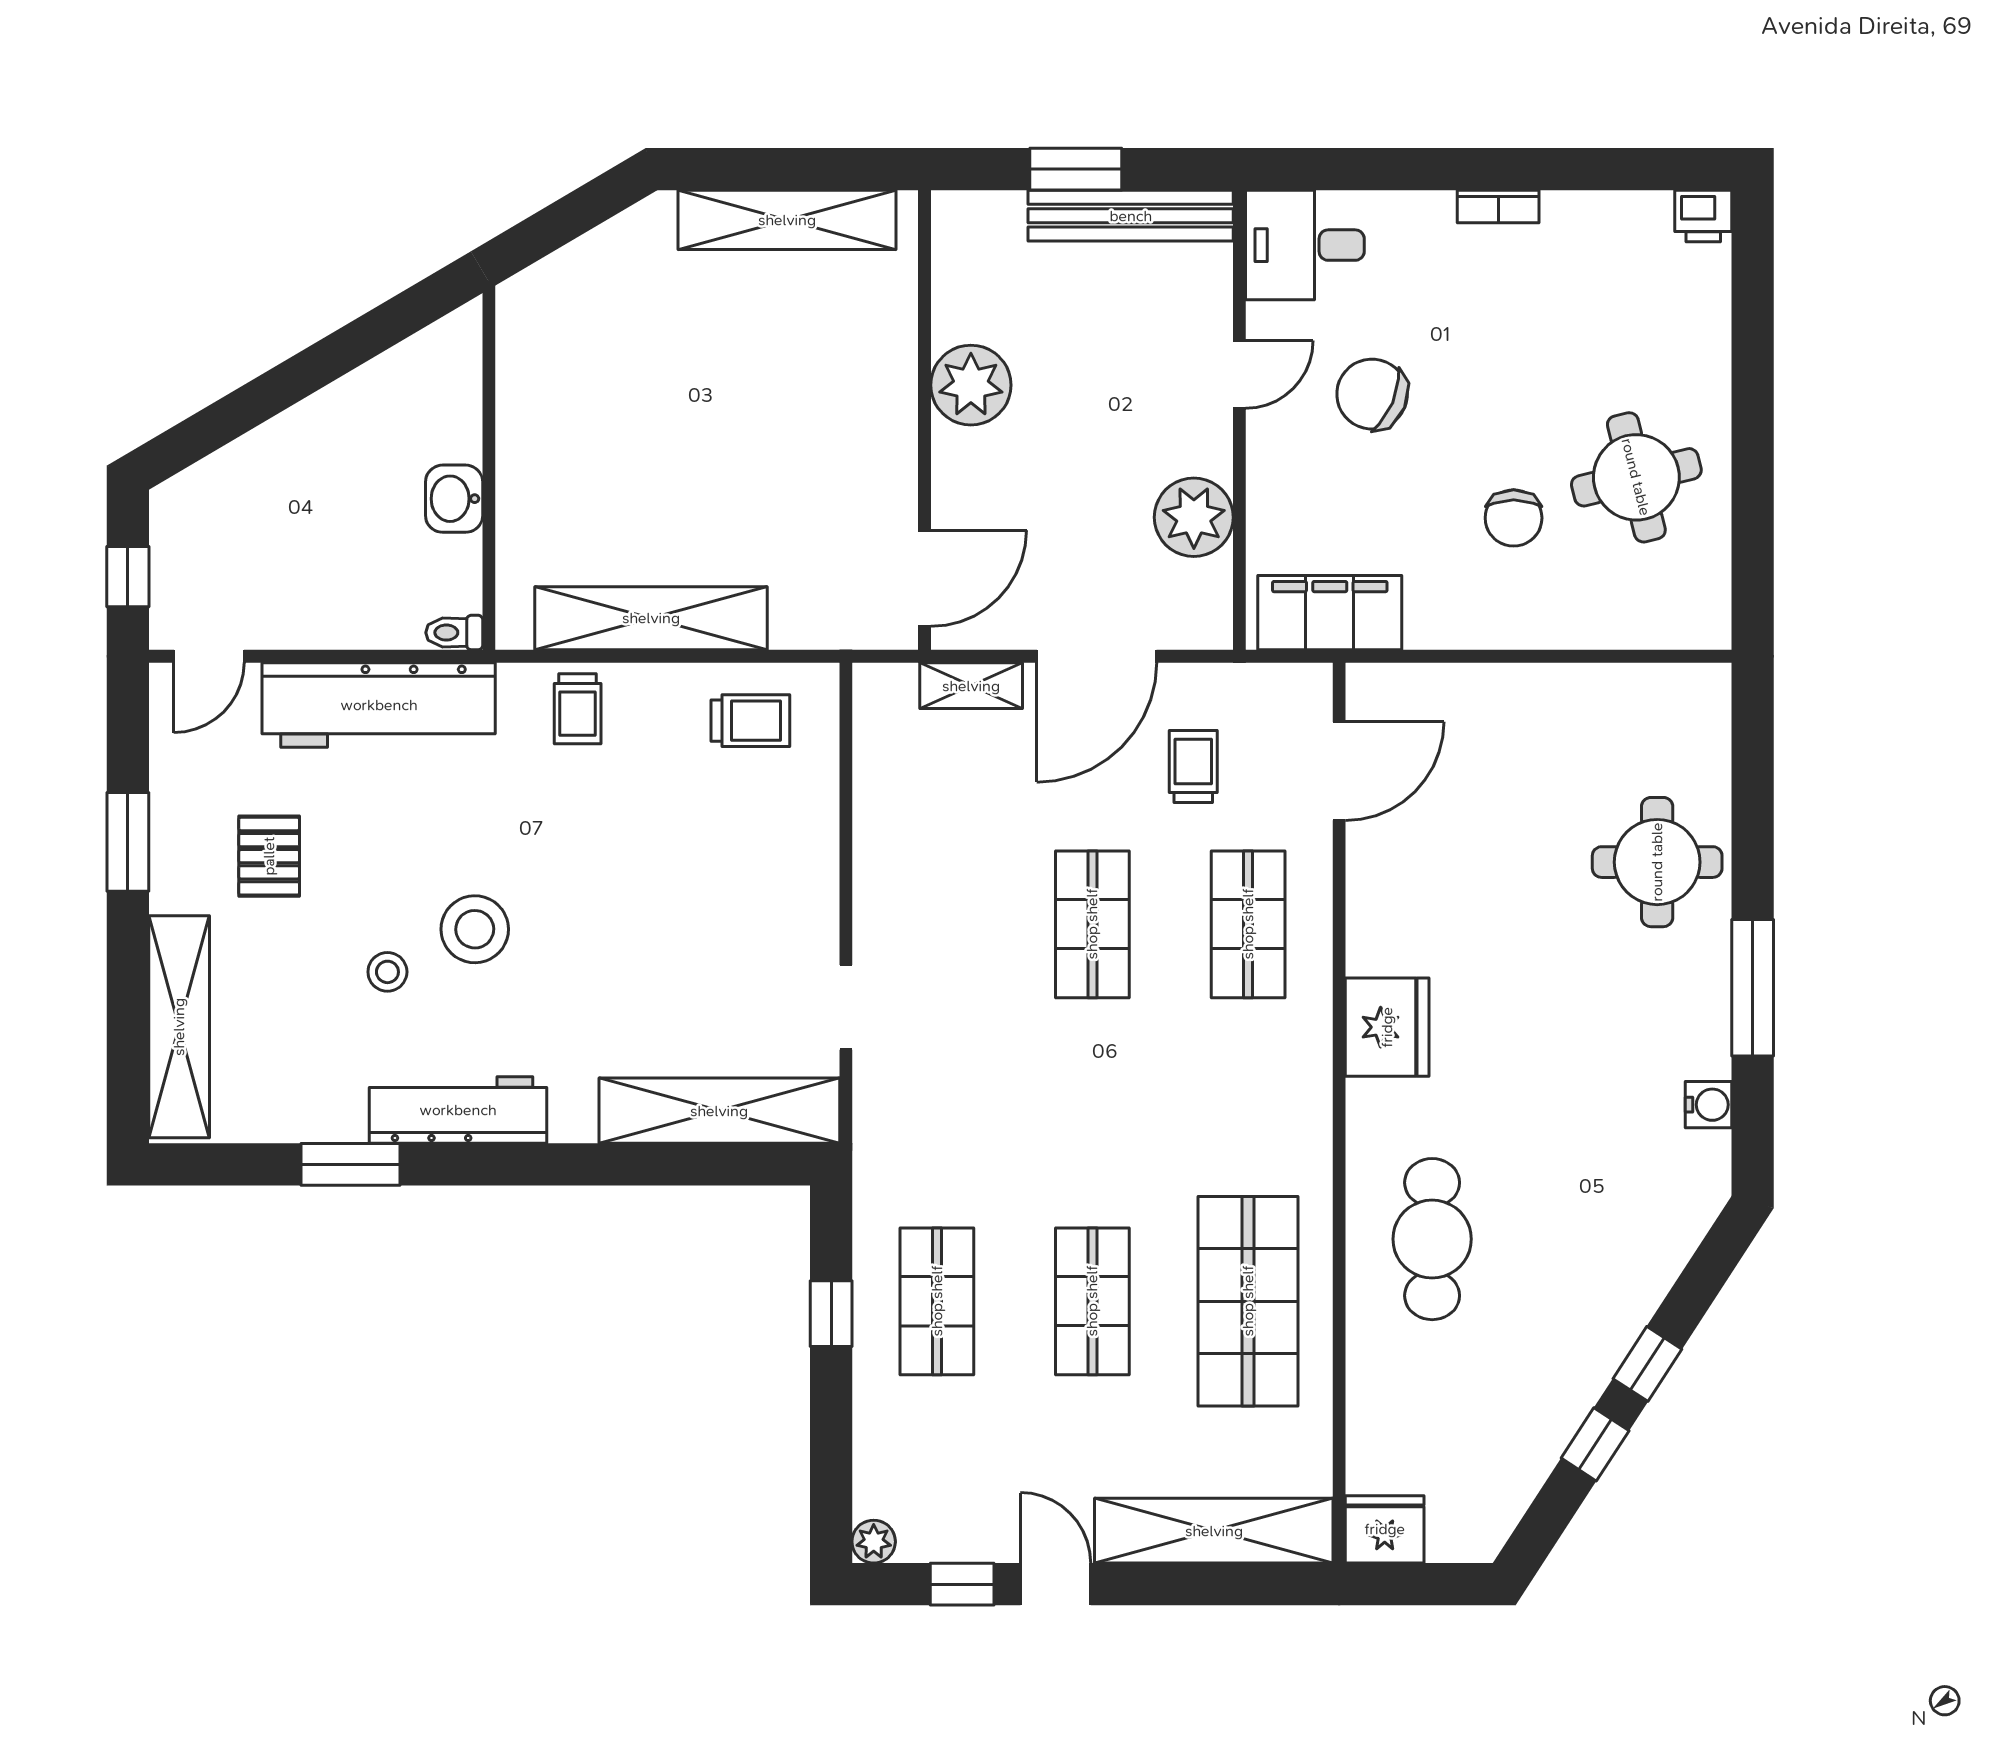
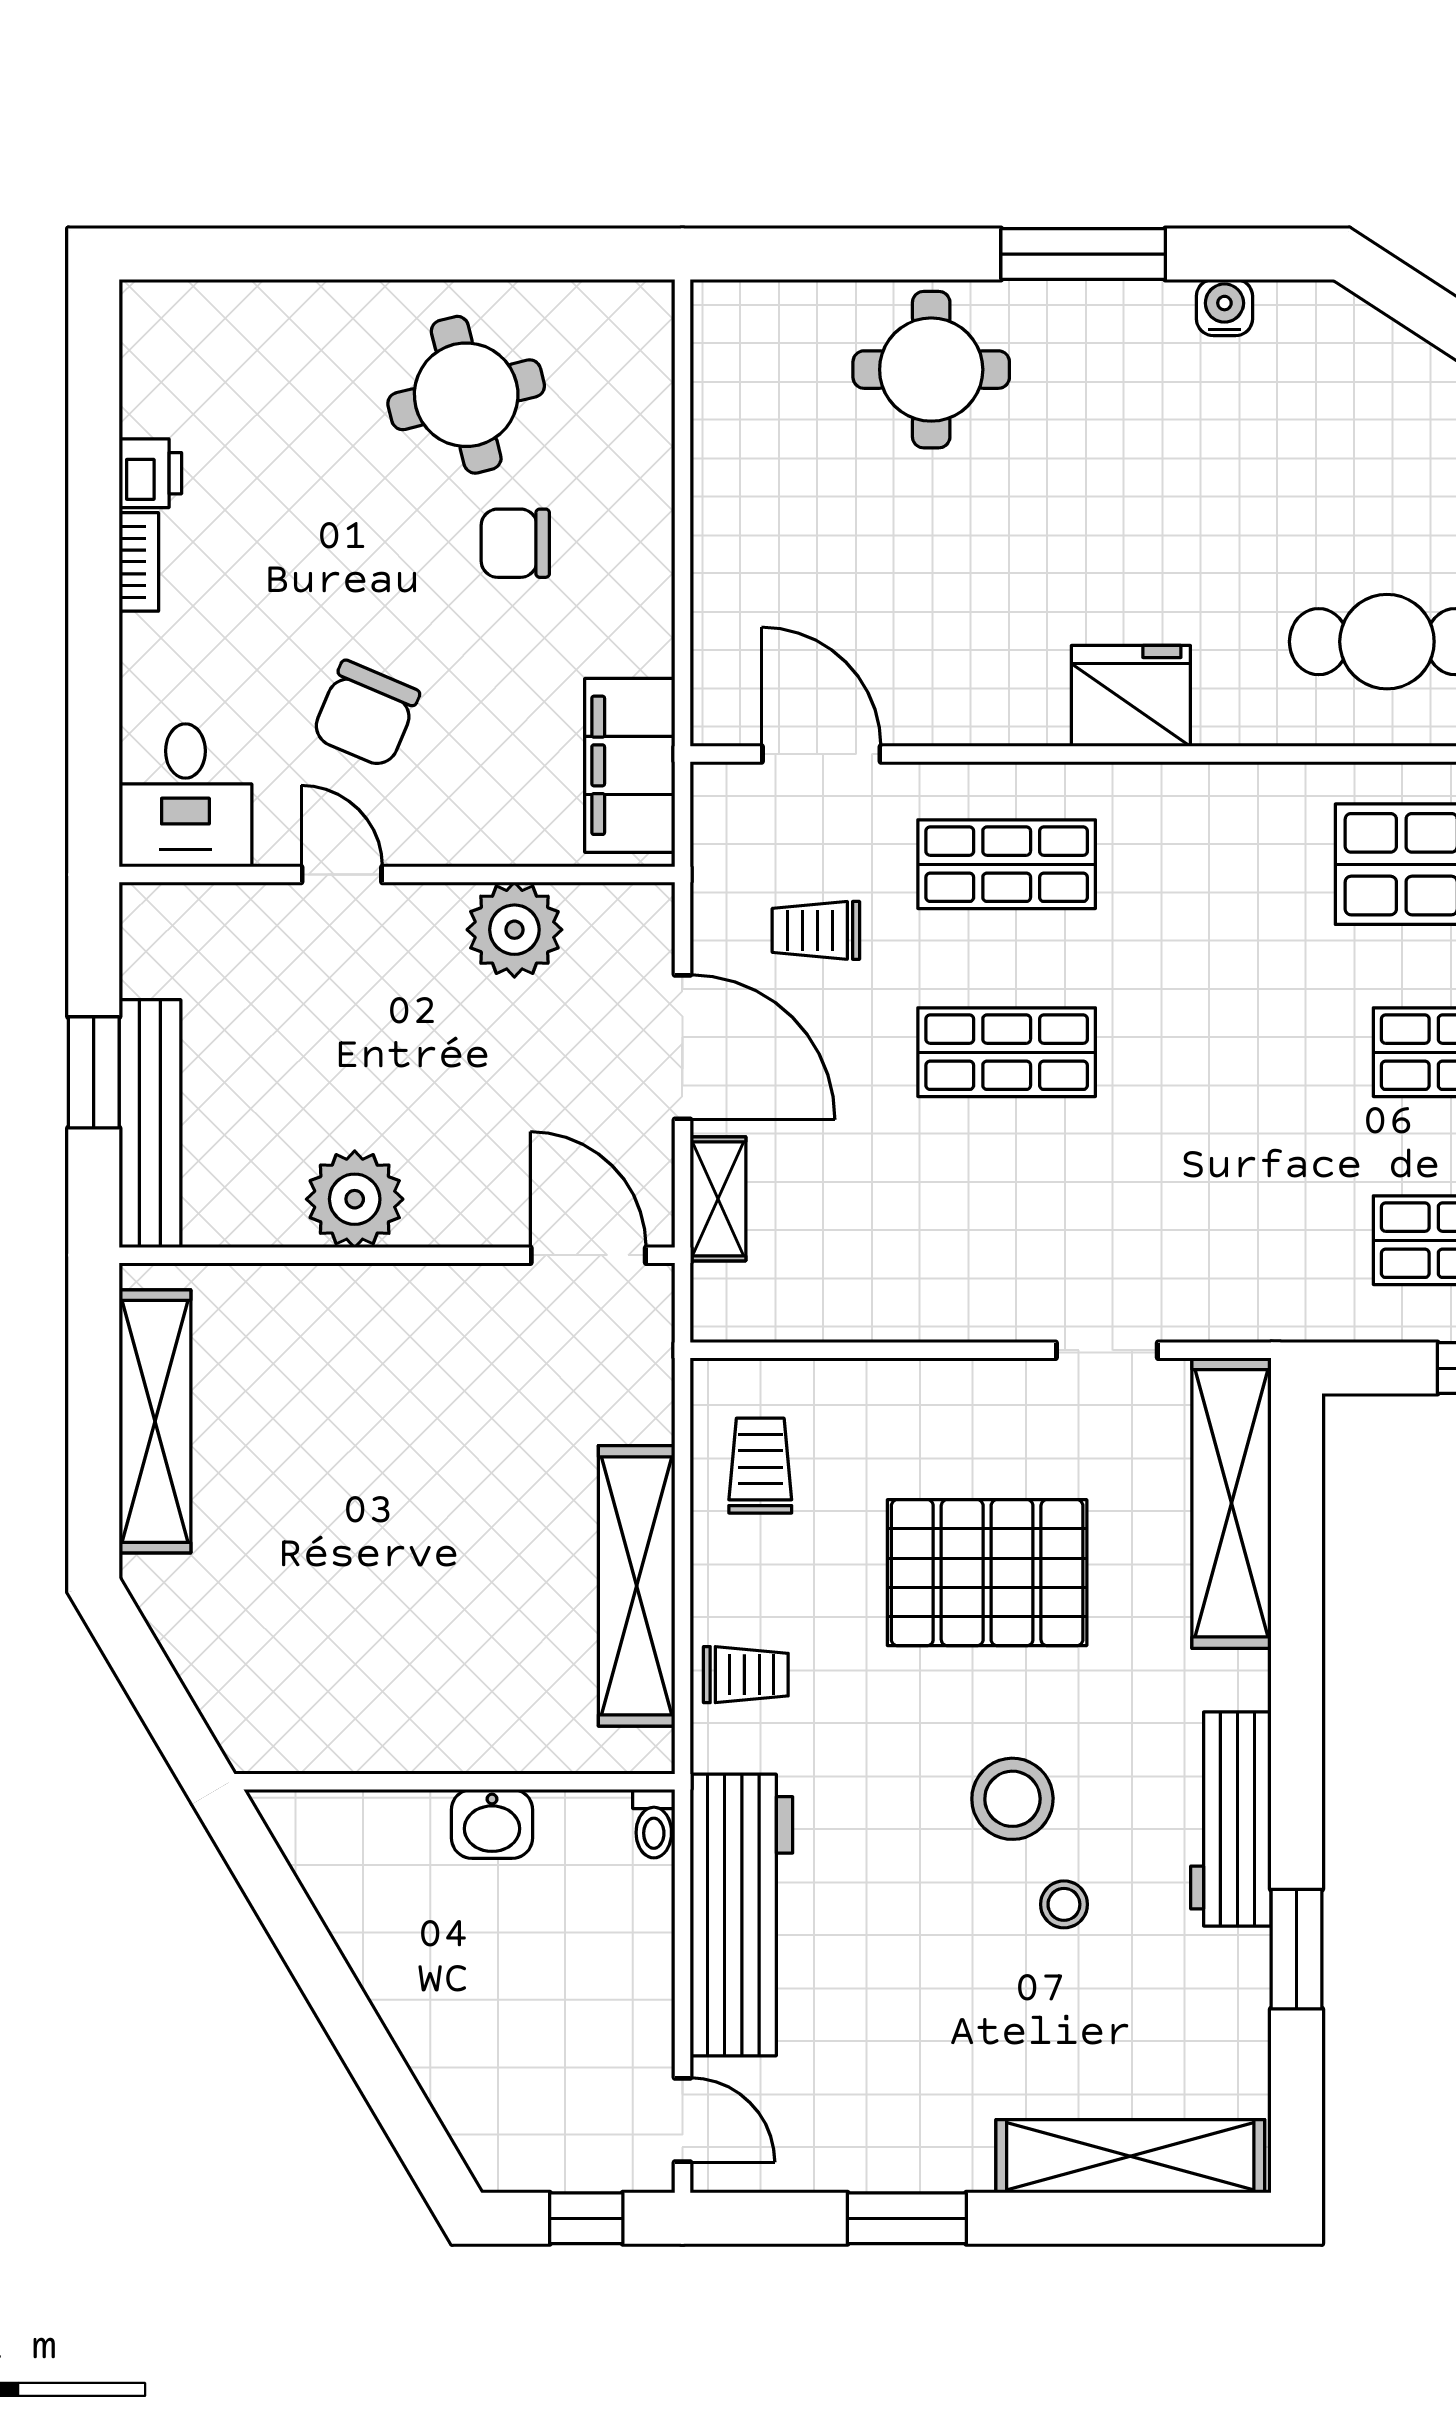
bench: (1131, 216) -> (150, 1124), moved
printer: (1703, 216) -> (150, 473), moved
chair: (1514, 518) -> (515, 543), turned 180
pallet: (269, 856) -> (987, 1573), moved, width x2.05, depth x2.00

